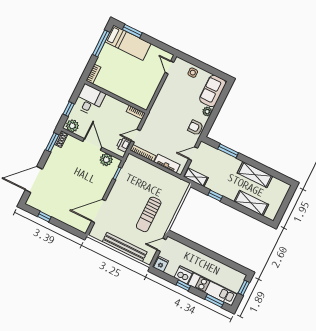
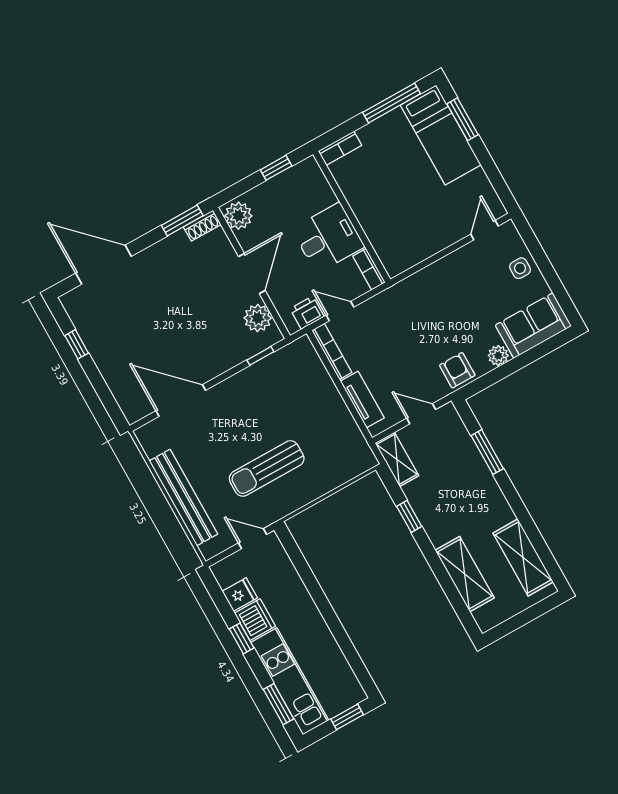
desk: (90, 100) -> (328, 238), moved
window: (69, 109) -> (276, 168), moved
shelving: (255, 175) -> (523, 558), moved
fridge: (161, 264) -> (240, 595), moved

